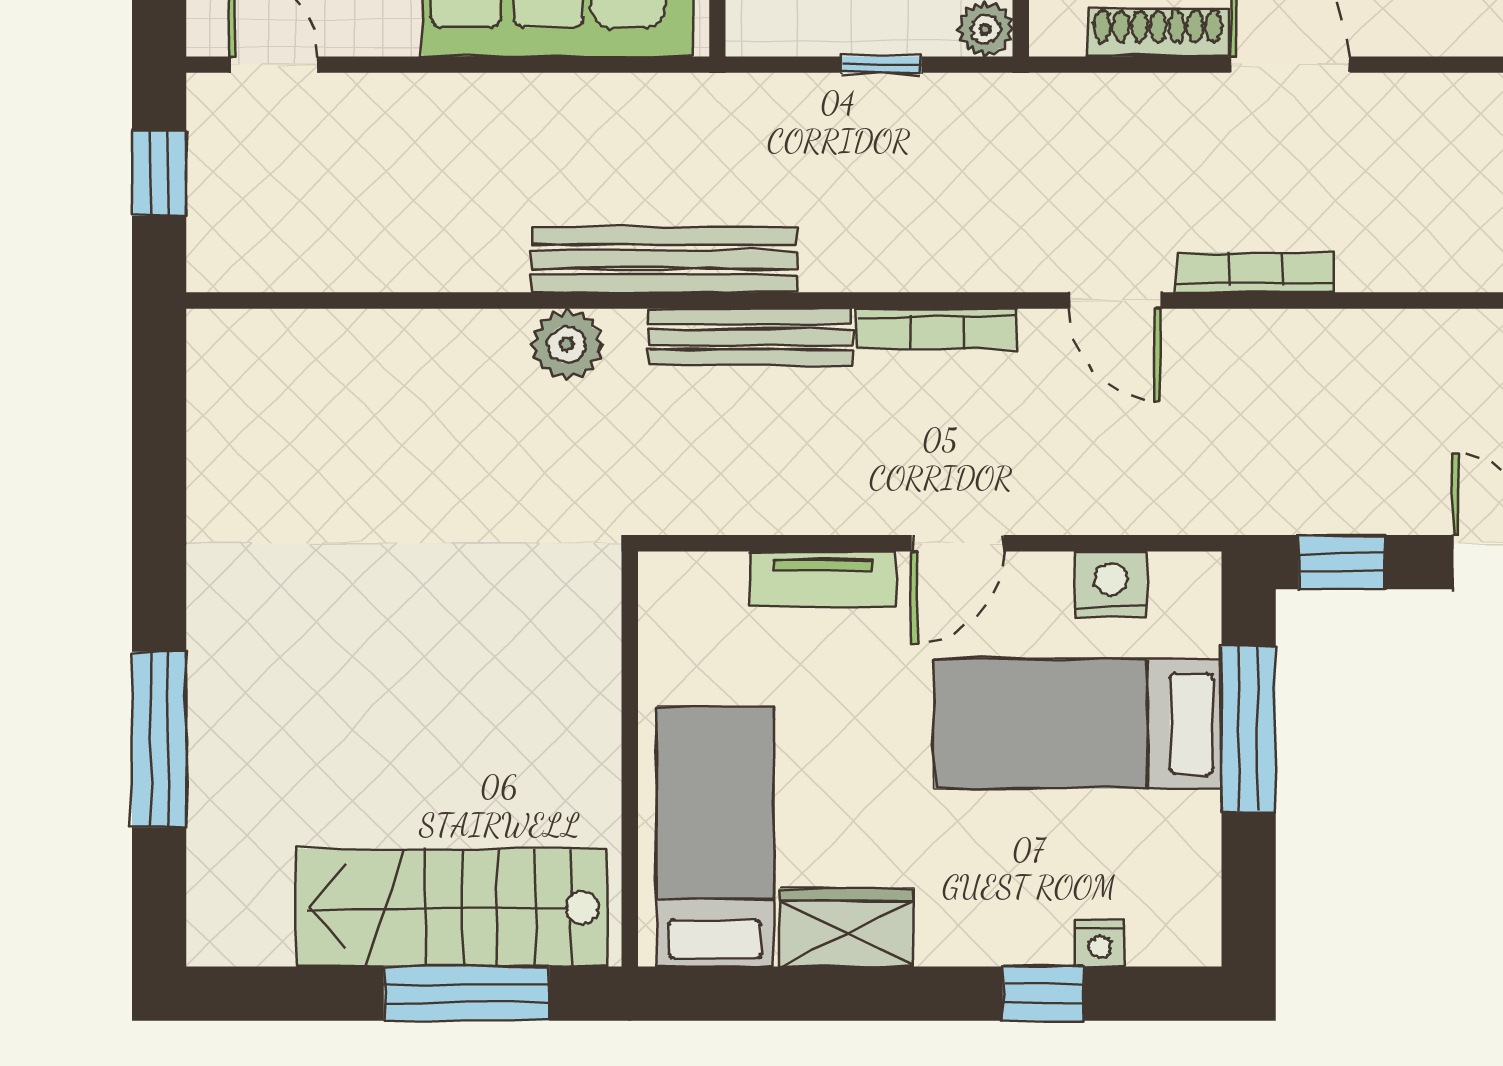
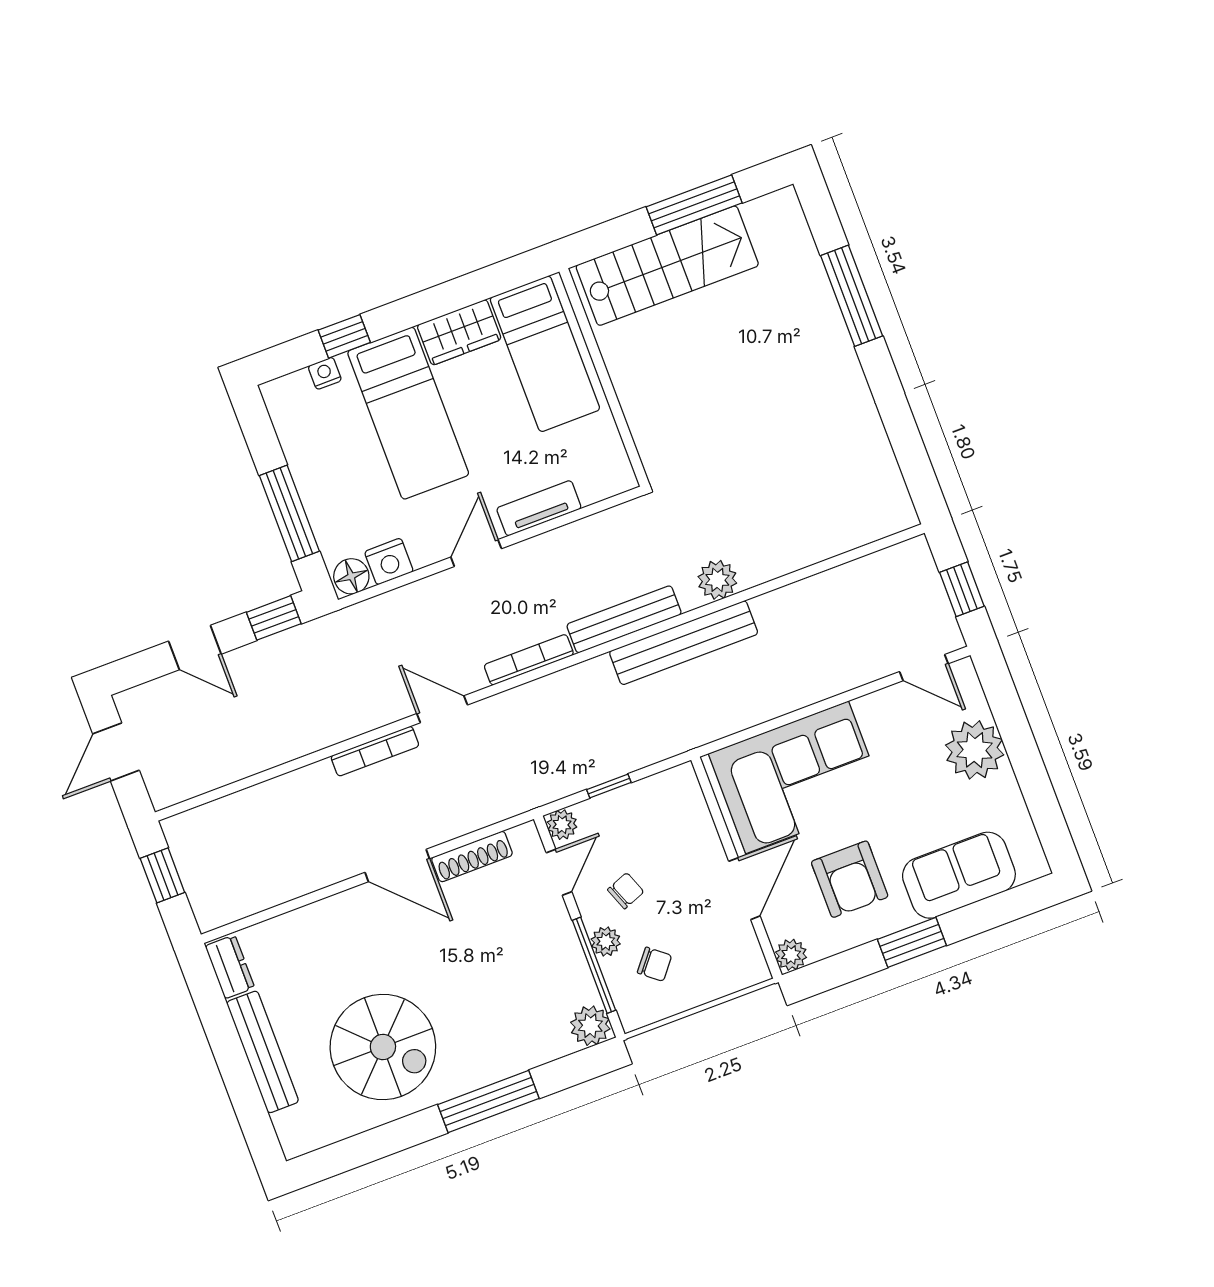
floor lamp: (1184, 583) -> (351, 576), added
bed: (1078, 724) -> (408, 413), moved, turned 90
window: (466, 994) -> (694, 205), moved

